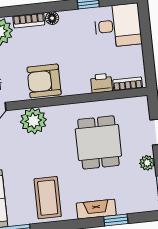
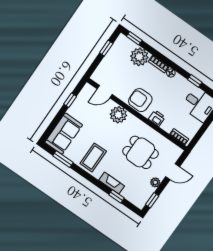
printer: (101, 83) -> (157, 118), moved
dining table: (98, 142) -> (141, 152), turned 90

